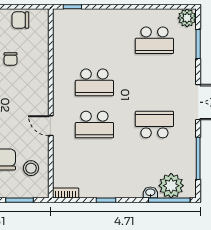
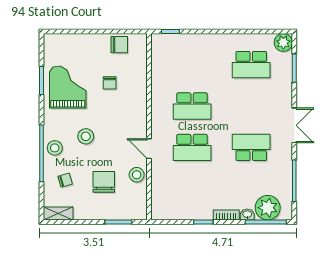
chair: (20, 20) -> (119, 45), turned 180
stool: (31, 168) -> (137, 175), moved
bookcase: (66, 193) -> (226, 215), moved

